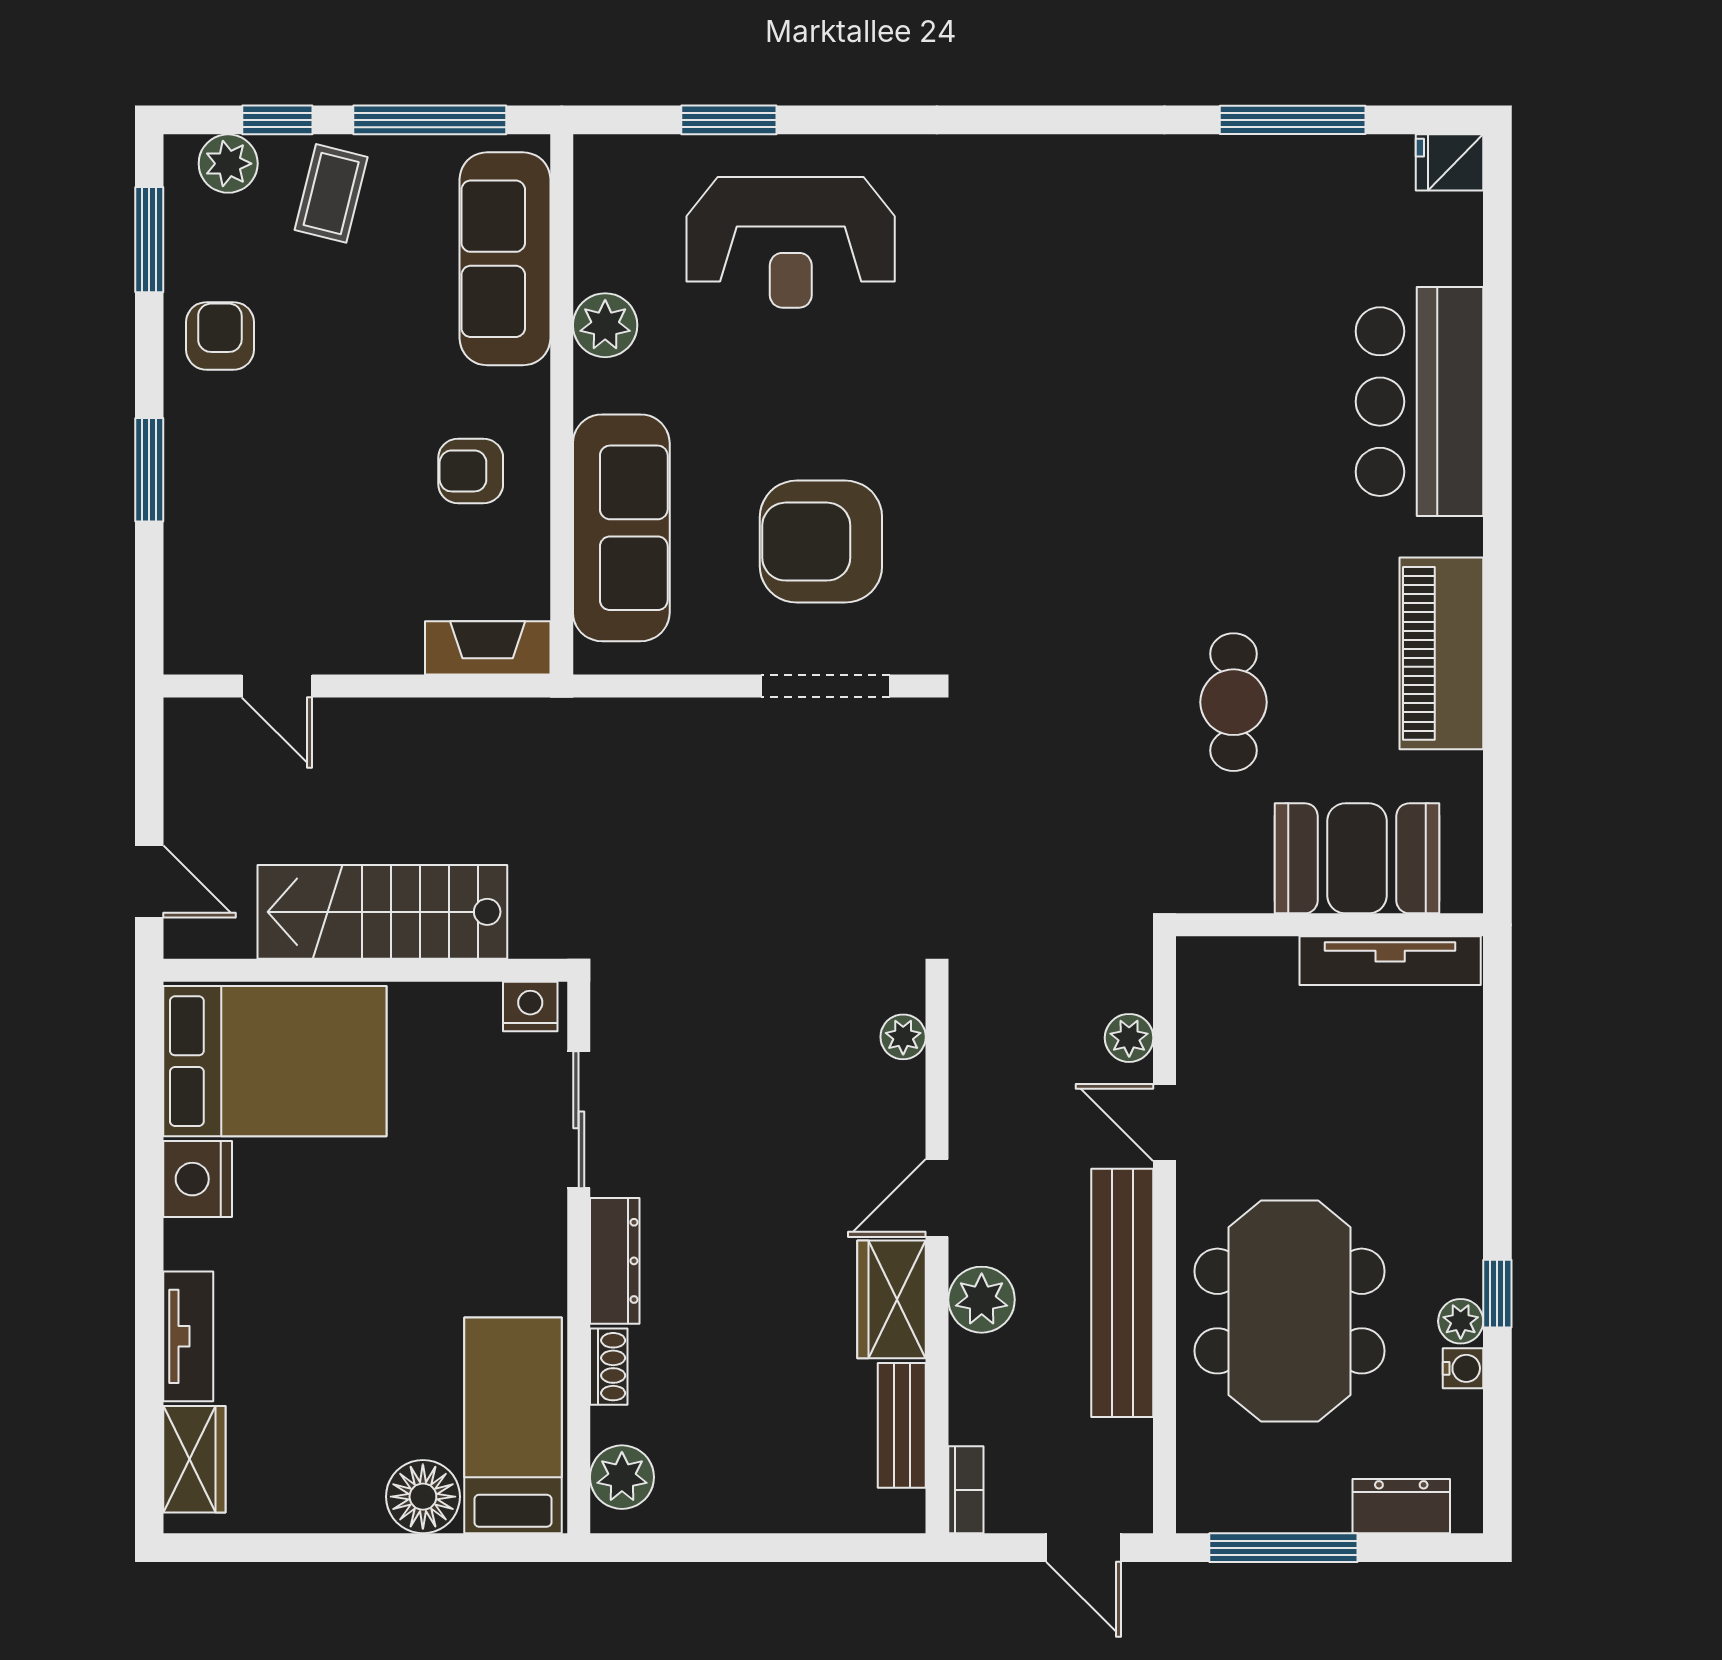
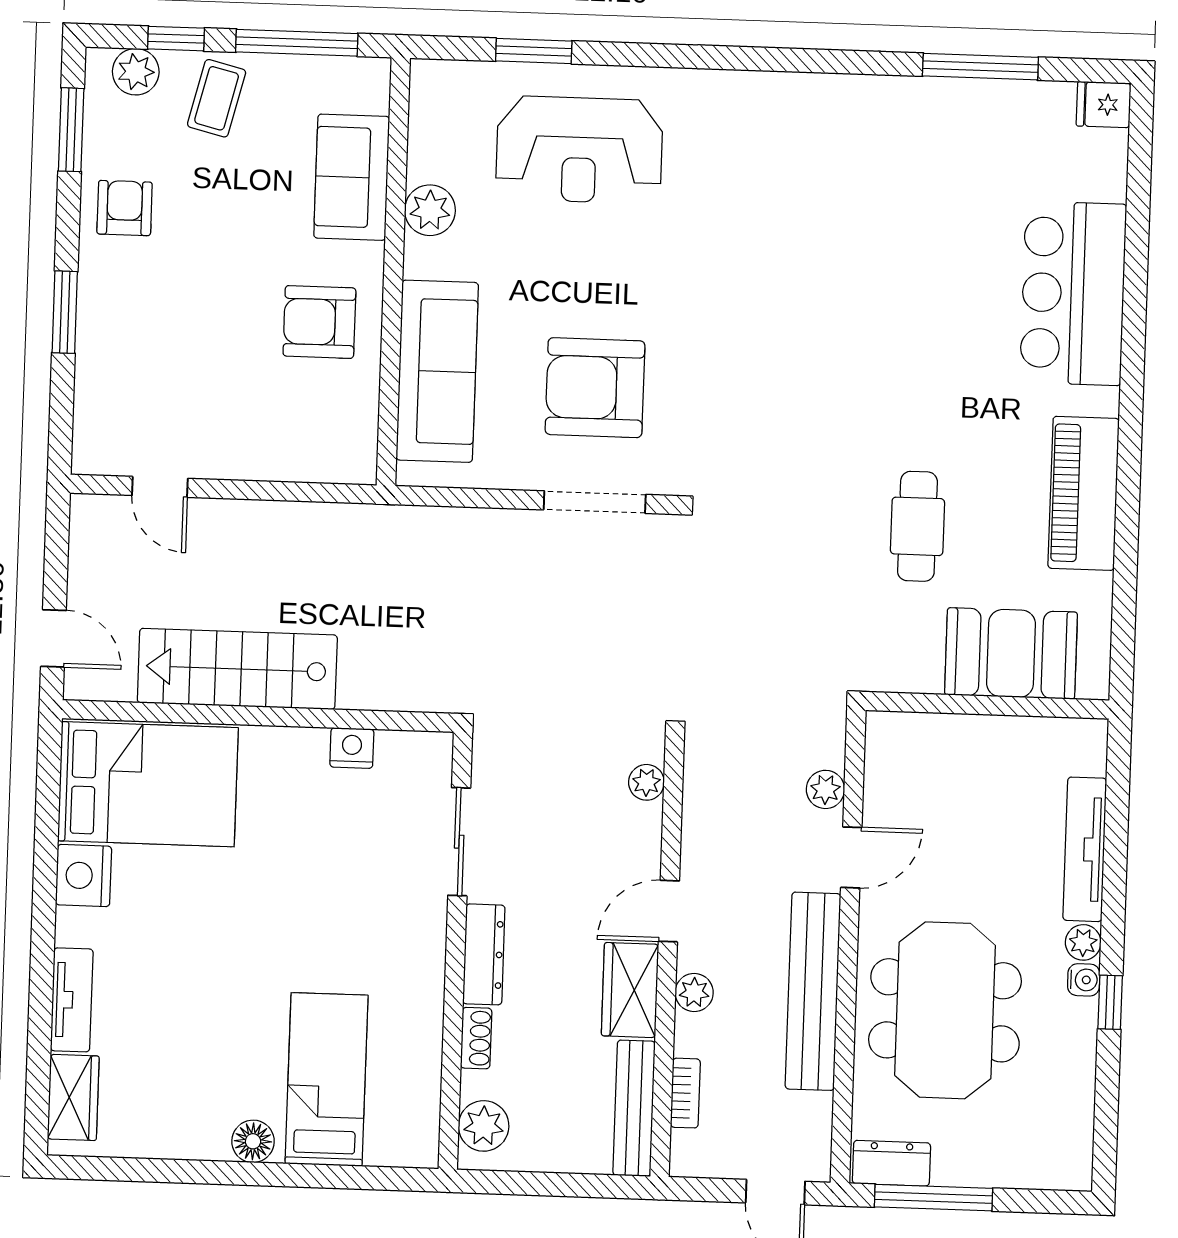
sofa: (505, 259) -> (352, 177), width x0.73
armchair: (471, 471) -> (319, 322), width x1.38, depth x1.38
fireplace: (488, 648) -> (328, 463), removed
tv unit: (1390, 961) -> (1085, 849), moved, turned 90
sliding door: (579, 1120) -> (459, 842), moved
door: (1165, 1122) -> (851, 857), swing flipped
wall: (579, 1258) -> (455, 951), moved
dresser: (615, 1261) -> (484, 954), moved
plant: (982, 1300) -> (694, 993), width x0.73, depth x0.73
plant: (1461, 1321) -> (1083, 942), moved
shoe rack: (609, 1367) -> (476, 1038), moved
water cooler: (1463, 1368) -> (1084, 980), moved
bench: (902, 1425) -> (634, 1108), width x1.36
plant: (622, 1477) -> (484, 1126), moved
bookcase: (966, 1490) -> (685, 1093), moved
floor lamp: (423, 1497) -> (253, 1141), width x0.73, depth x0.73
dresser: (1401, 1506) -> (891, 1163), moved

